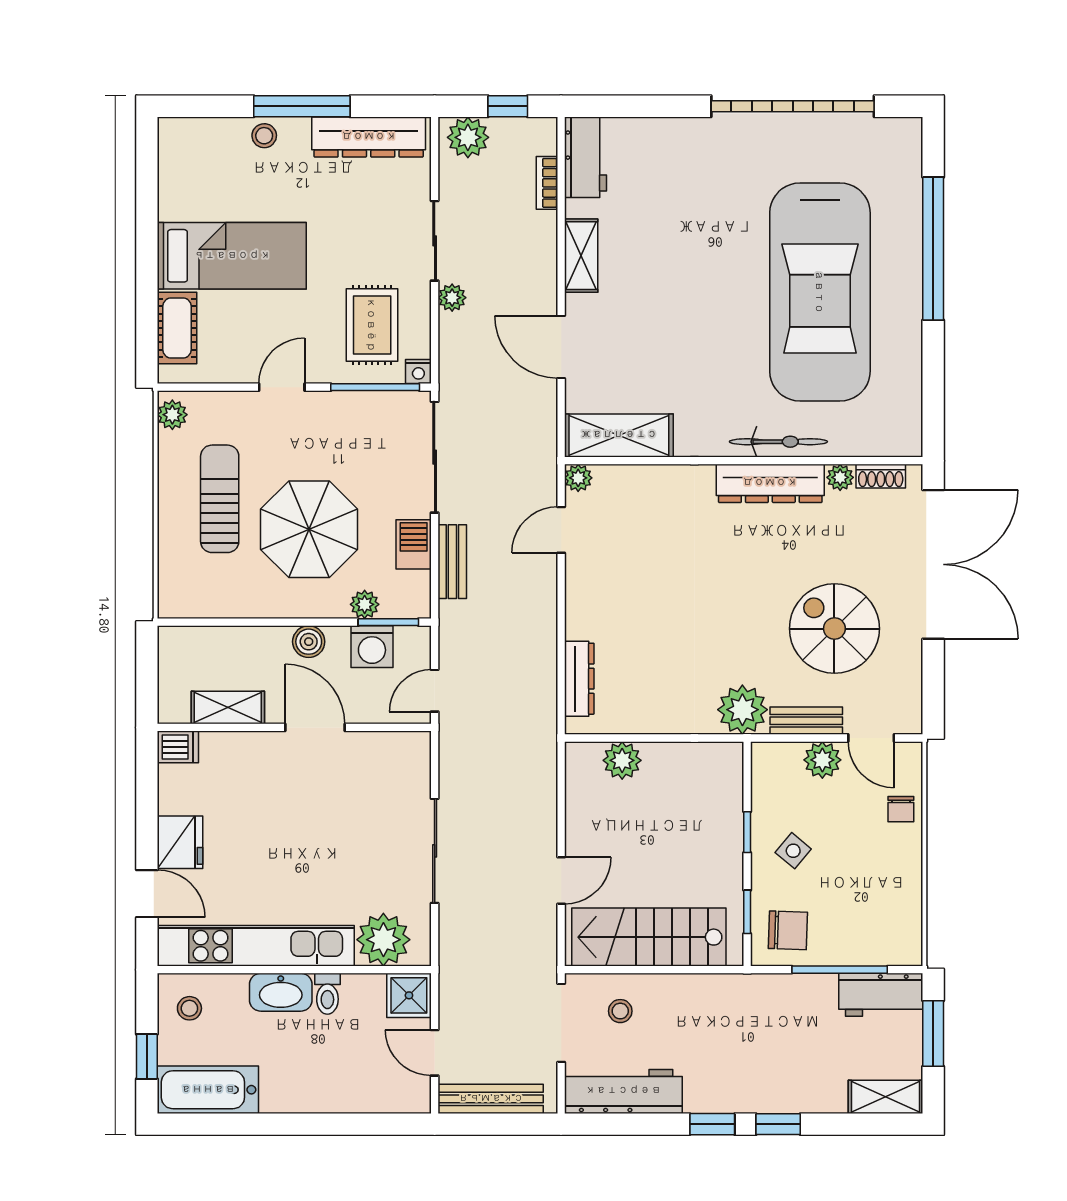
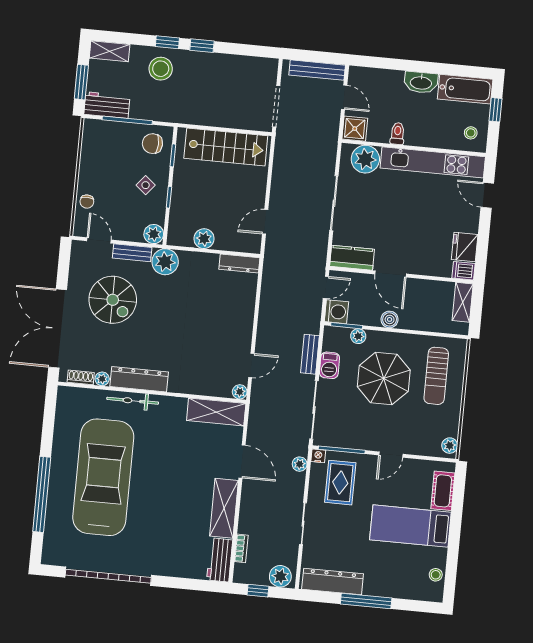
stool: (264, 136) -> (436, 575), moved
shelving: (581, 256) -> (224, 508), width x1.50, depth x1.33
plant: (452, 298) -> (300, 464), moved
sun lounger: (220, 499) -> (436, 376), moved
washing machine: (372, 647) -> (336, 312), moved, turned 90
dresser: (579, 679) -> (239, 264), moved, turned -90
shelving: (228, 708) -> (463, 302), moved, turned 90
kitchen counter: (391, 751) -> (352, 258), added
plant: (622, 760) -> (204, 239), moved
plant: (822, 760) -> (154, 234), moved
chair: (901, 809) -> (87, 202), turned 180
fridge: (180, 842) -> (465, 247), moved
door: (561, 881) -> (265, 222), moved
washbasin: (281, 992) -> (421, 82), moved, turned 180
stool: (620, 1011) -> (161, 69), moved, width x1.89, depth x1.89
workbench: (623, 1091) -> (247, 67), removed

